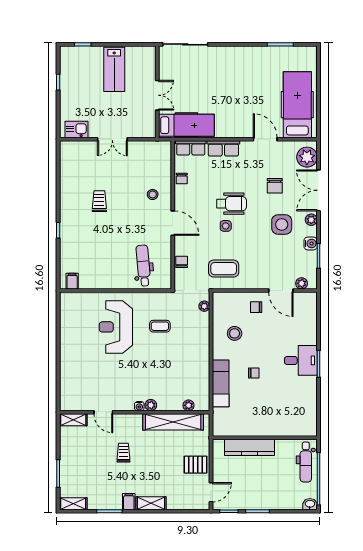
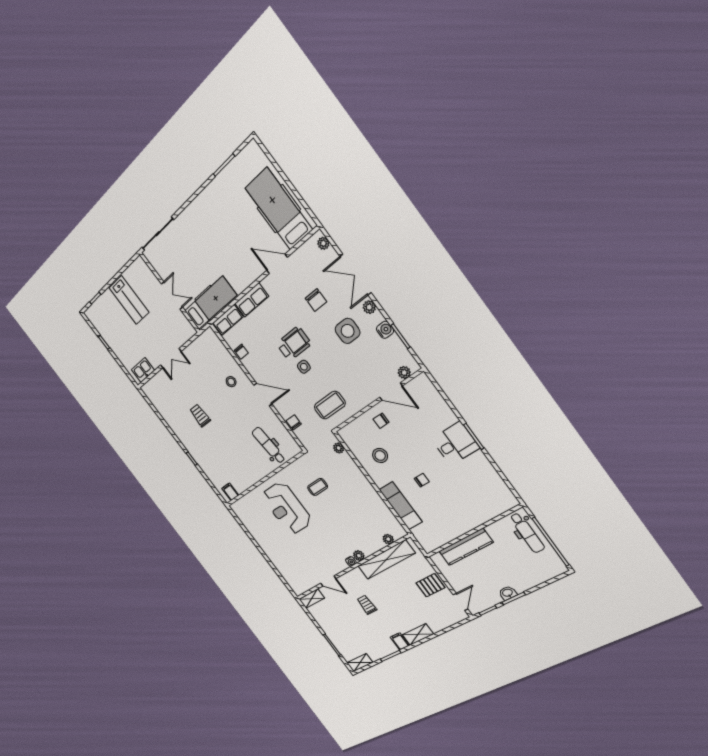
plant: (307, 157) -> (323, 243), width x0.53, depth x0.53
washbasin: (310, 504) -> (508, 593), moved

